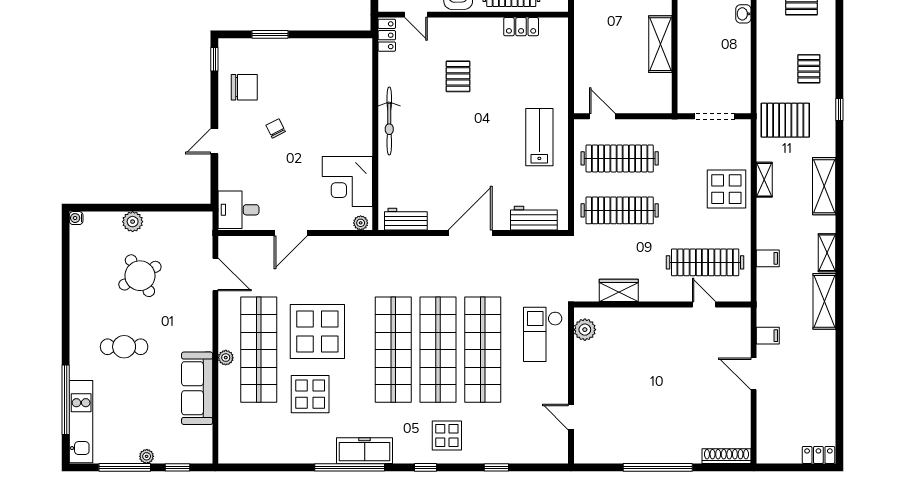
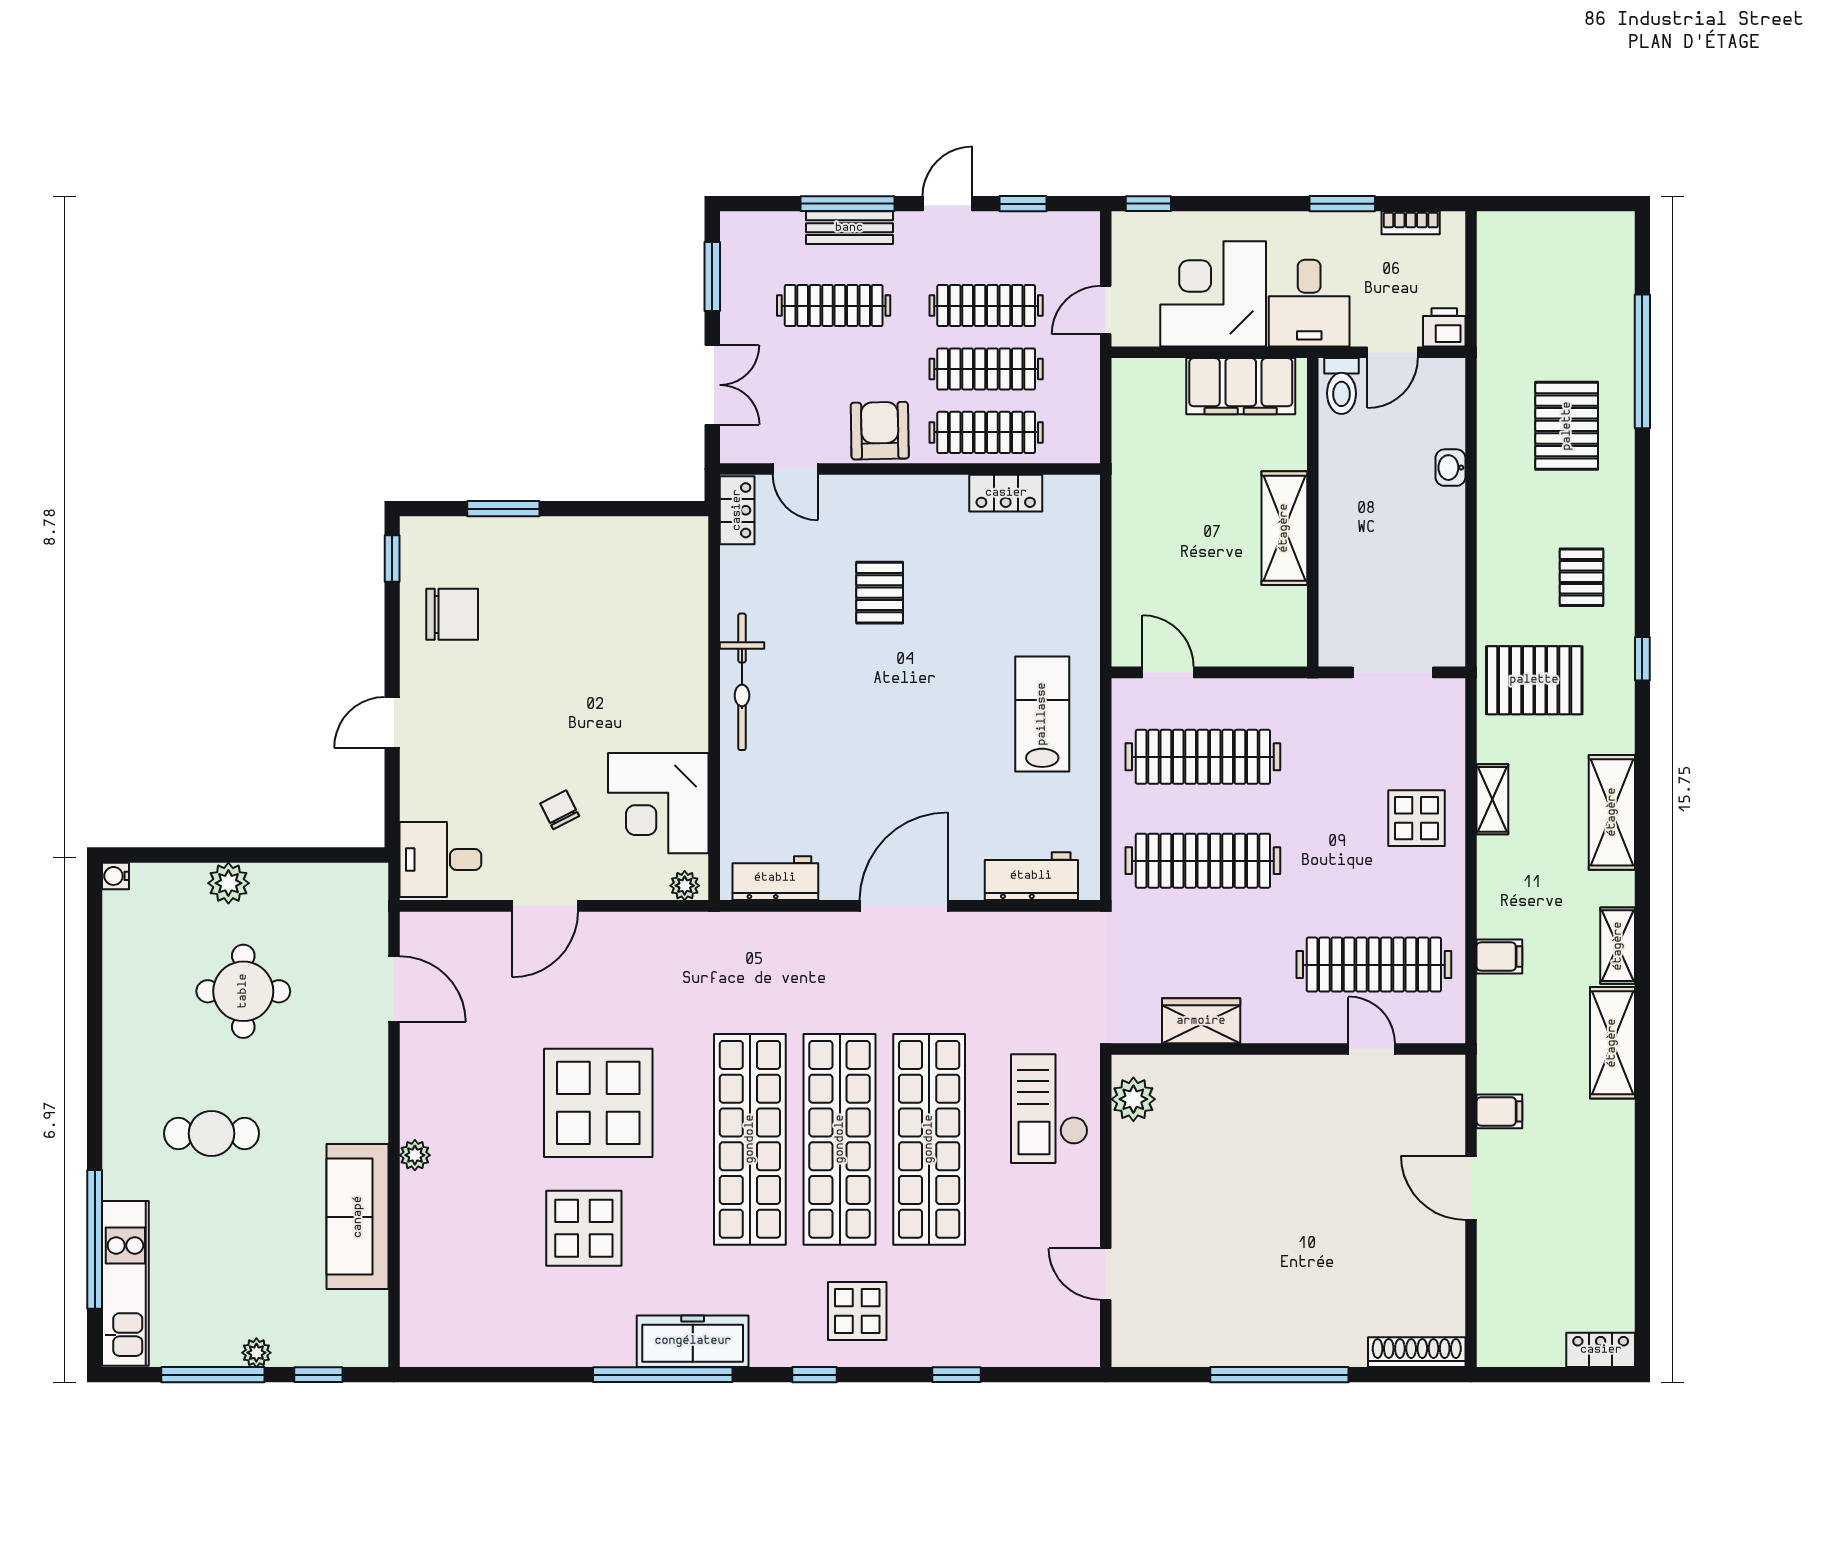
chair: (276, 128) -> (560, 810), moved
display table: (726, 189) -> (1417, 818), width x0.73, depth x0.73
round table: (140, 276) -> (243, 991), turned 30
shop shelf: (259, 350) -> (481, 1139), removed

